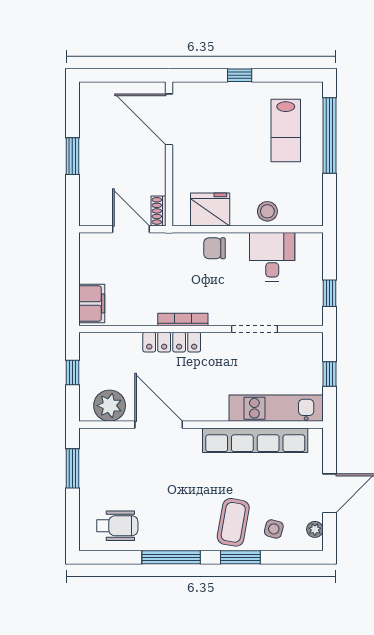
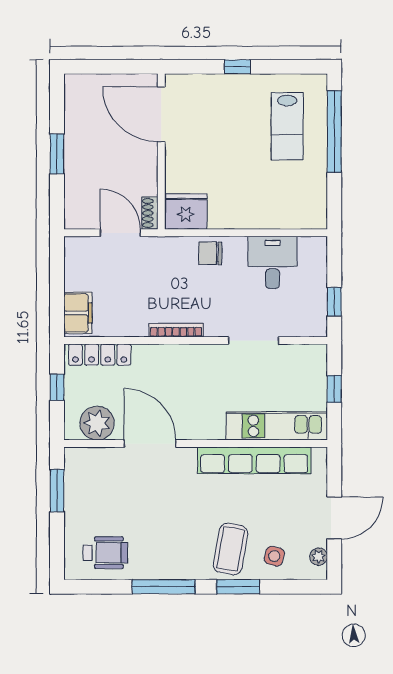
fridge: (210, 209) -> (186, 211), moved
stool: (267, 211) -> (267, 213), removed
locker: (172, 342) -> (100, 355), moved

